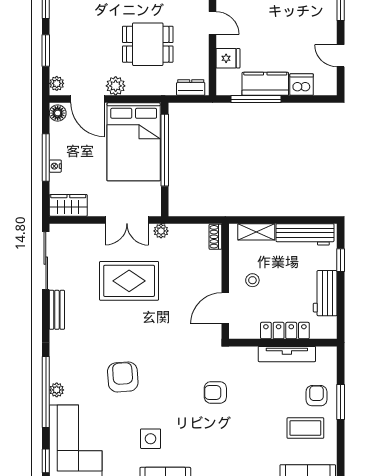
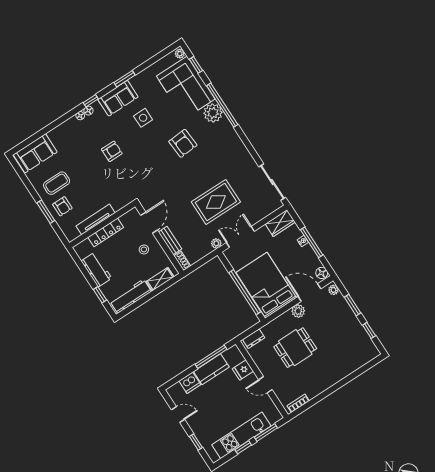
bench: (57, 310) -> (170, 240), moved
plant: (57, 390) -> (213, 113), width x1.87, depth x1.87
armchair: (215, 392) -> (112, 151), moved

